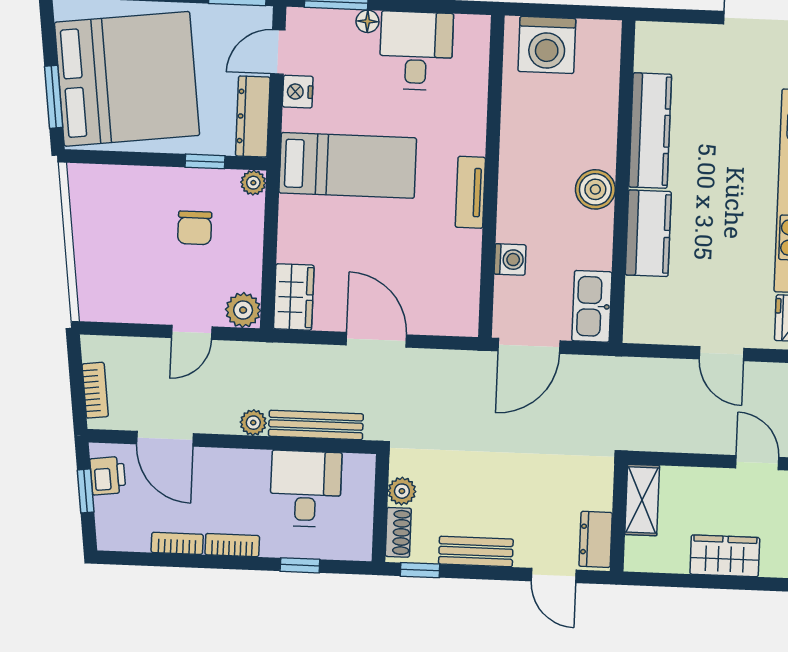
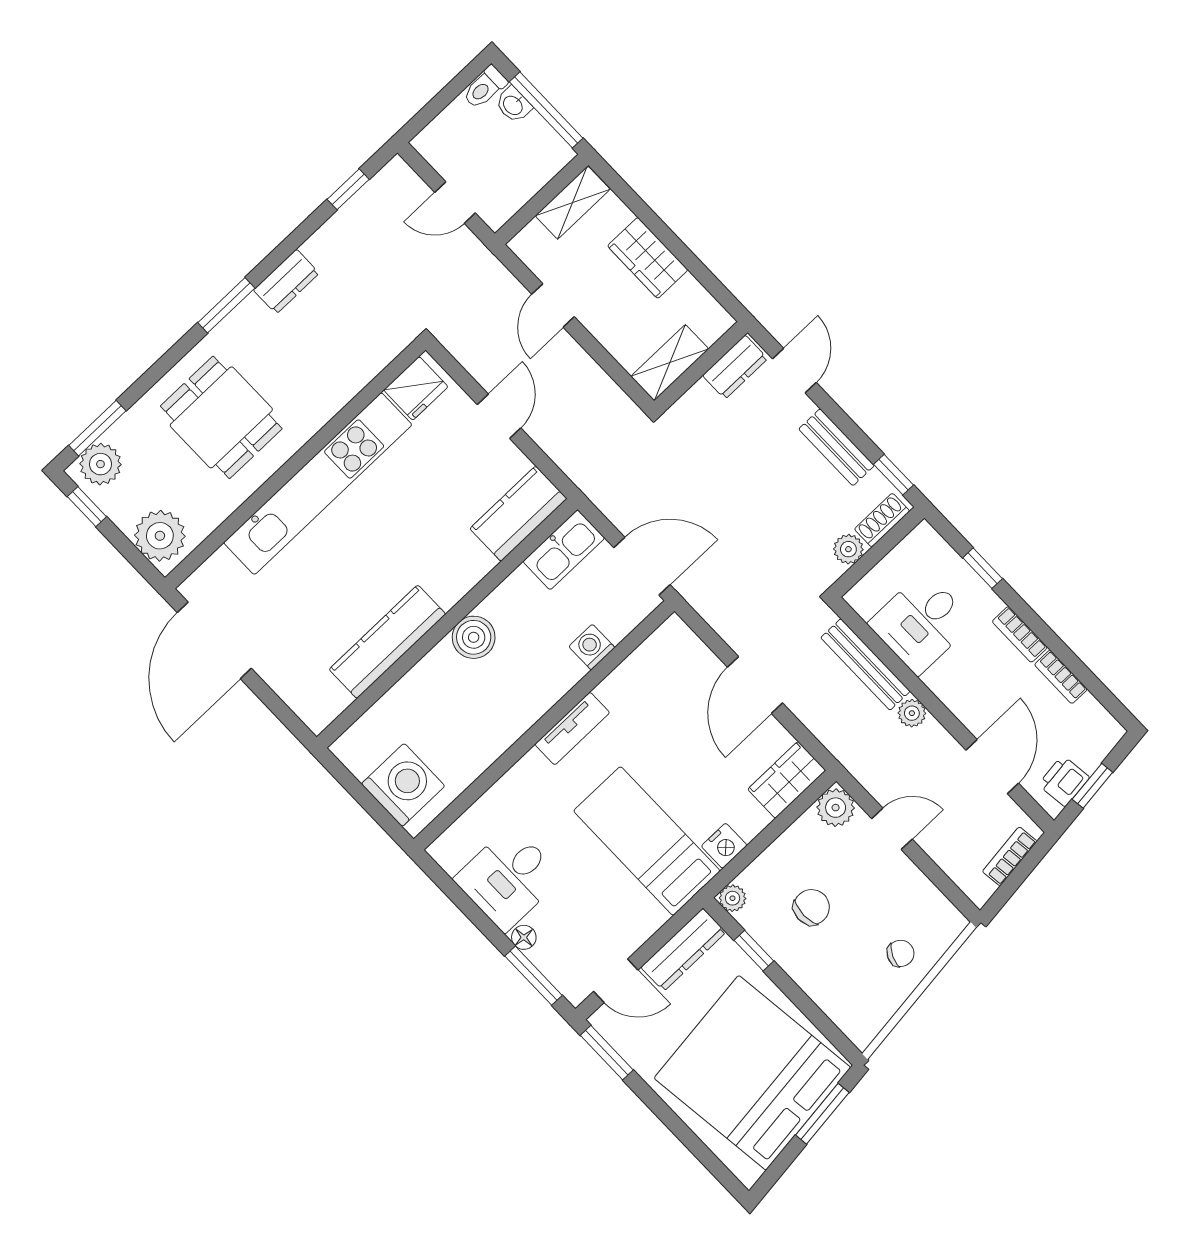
nightstand: (298, 92) -> (724, 846), moved
kitchen counter: (648, 233) -> (519, 514), moved
chair: (105, 255) -> (901, 953), added

